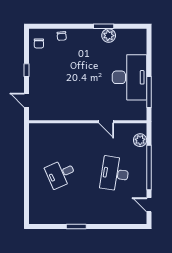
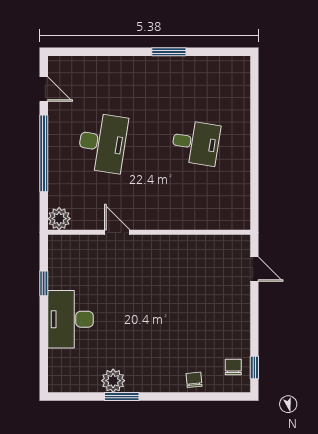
window: (27, 70) -> (254, 367), moved
desk: (129, 77) -> (70, 319), width x0.73, depth x0.77
window: (149, 92) -> (44, 283), width x0.46
plant: (140, 140) -> (59, 219), moved
desk: (61, 174) -> (196, 143), turned 33

